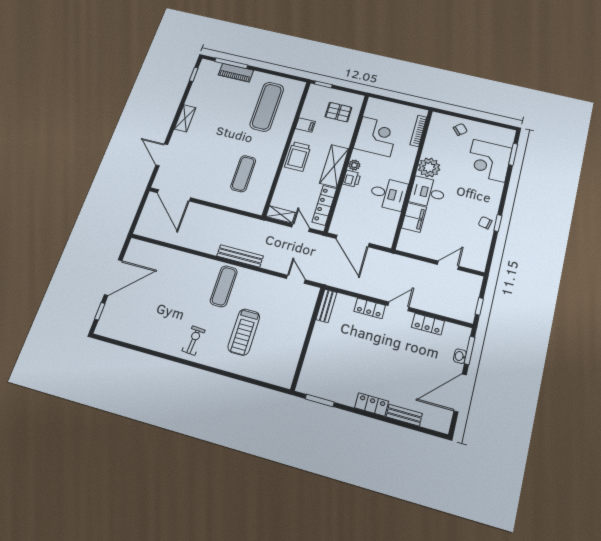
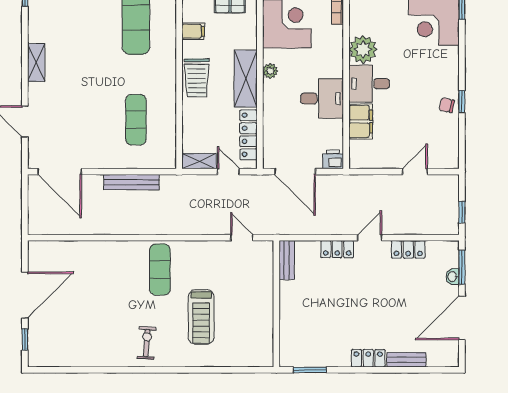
printer: (352, 179) -> (333, 159), moved, turned -90
bench: (240, 256) -> (131, 182), moved

